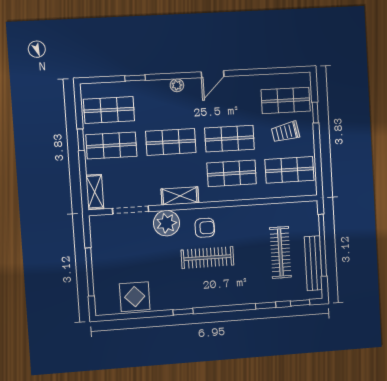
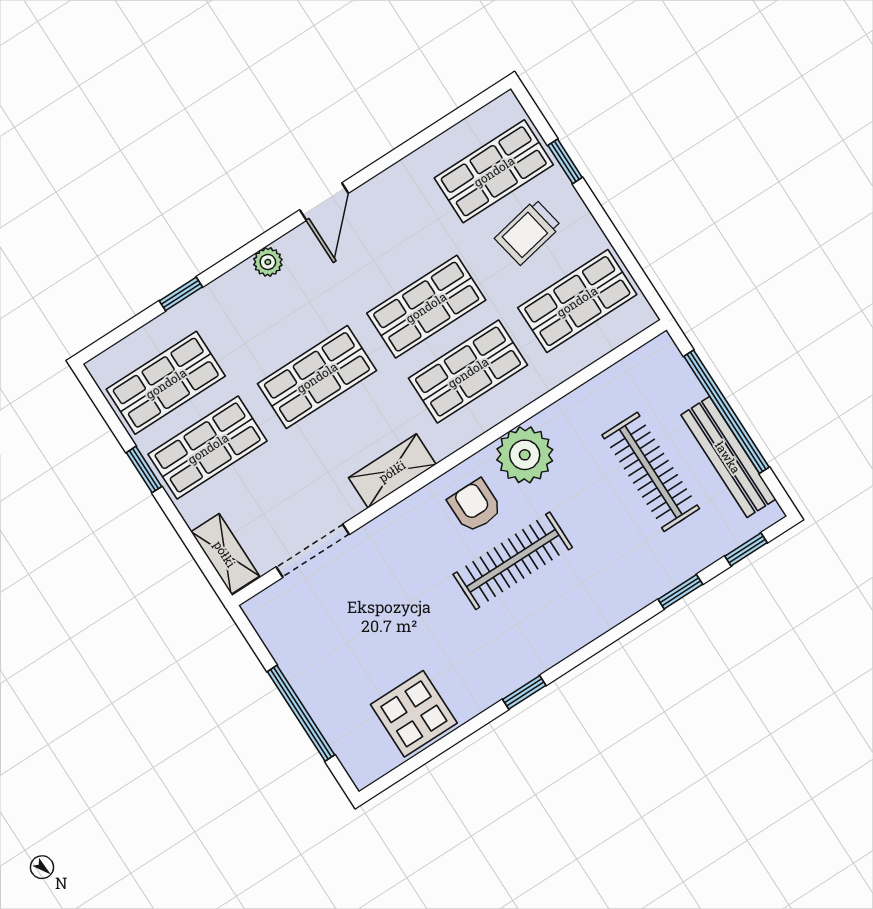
plant: (167, 223) -> (525, 455), moved
armchair: (205, 228) -> (475, 506), turned -90

